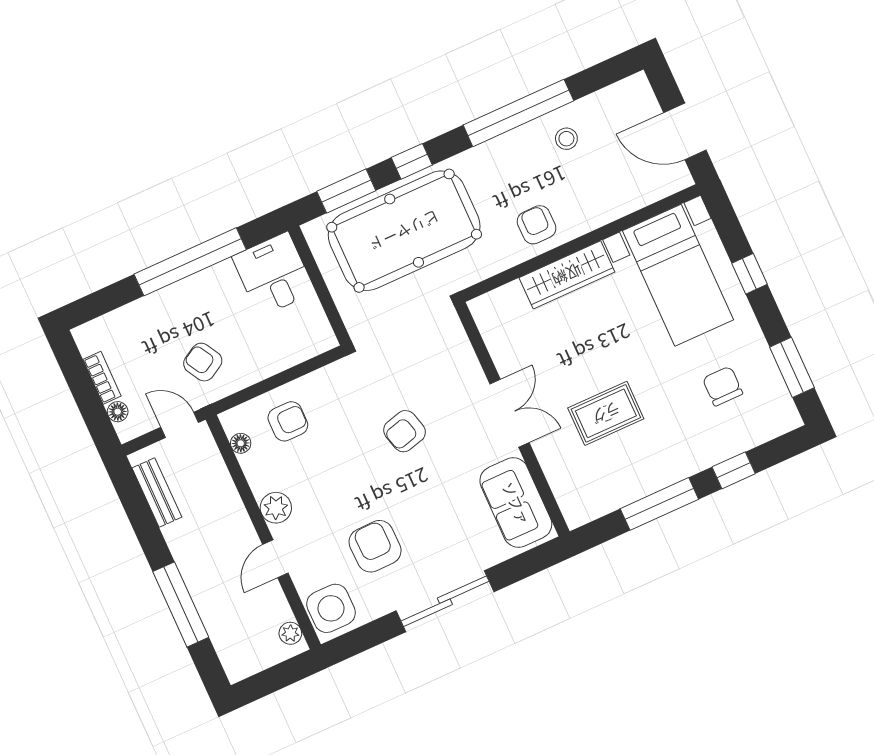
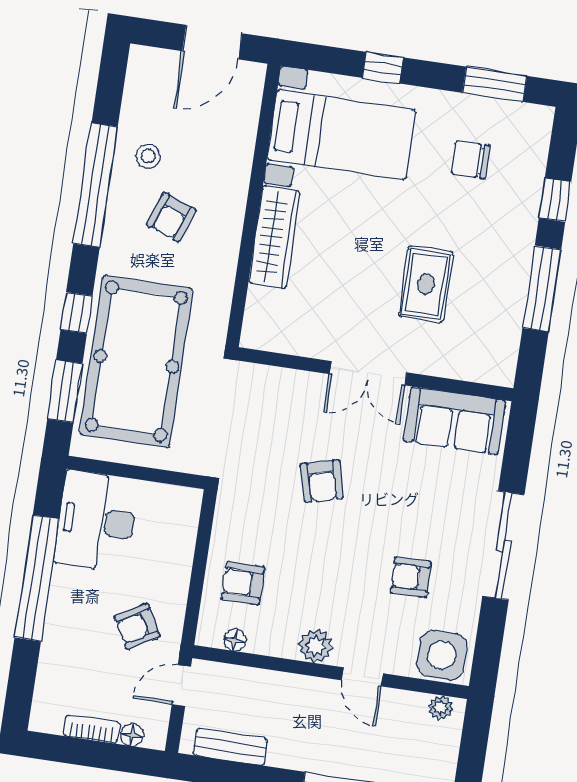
armchair: (537, 225) -> (171, 217), moved, turned -70
desk: (274, 274) -> (96, 521), width x1.37
double door: (509, 413) -> (368, 373), swing flipped
armchair: (288, 421) -> (243, 583), turned -90
armchair: (375, 546) -> (411, 577), width x0.72, depth x0.72

